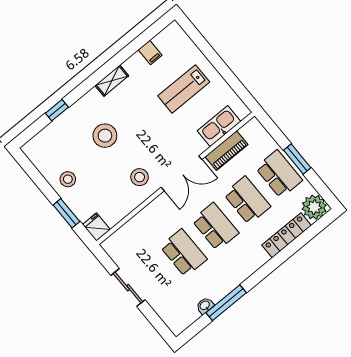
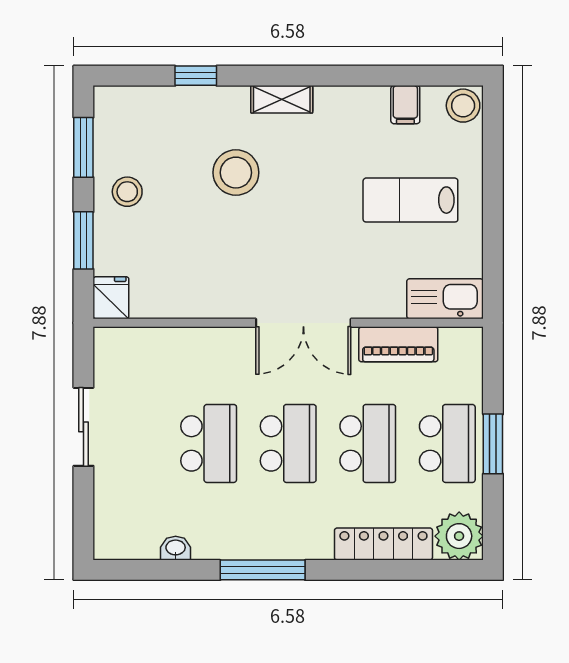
shelving: (112, 81) -> (282, 99), moved
kitchen sink: (219, 126) -> (445, 299), moved
window: (36, 176) -> (83, 147), added
stool: (140, 177) -> (463, 106), moved
window: (226, 303) -> (263, 570), moved

